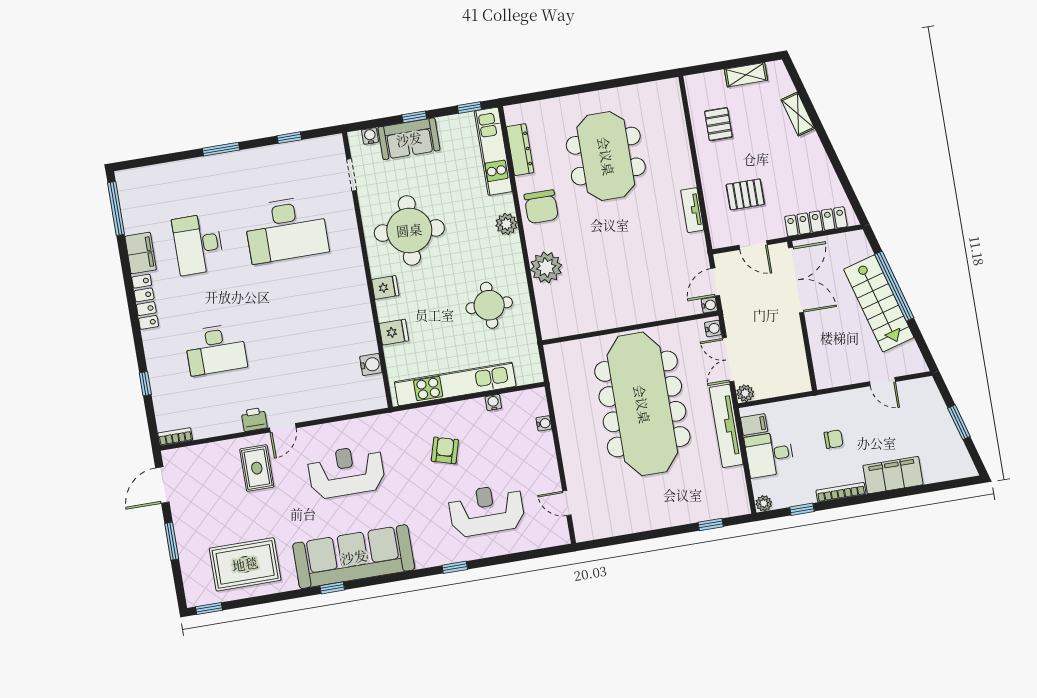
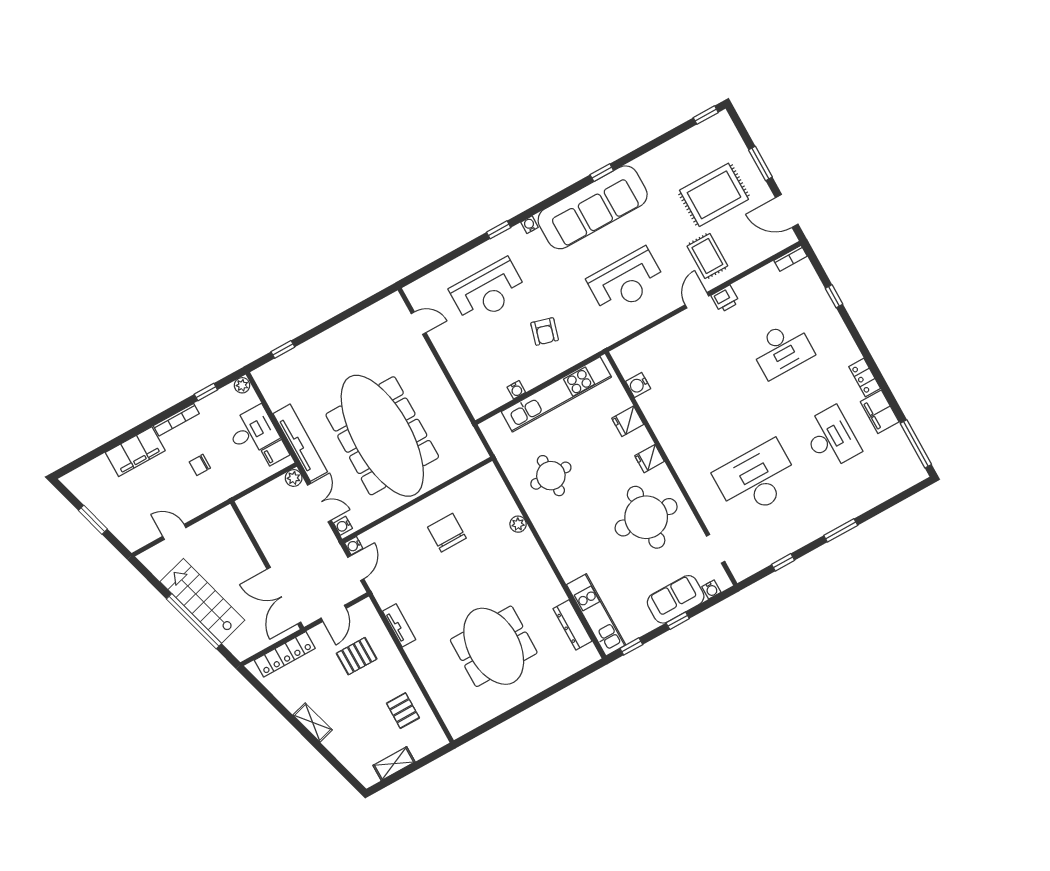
shelving: (798, 114) -> (313, 722), moved
chair: (541, 207) -> (447, 533), moved
plant: (506, 224) -> (561, 554), removed
door: (753, 245) -> (334, 613), swing flipped
plant: (546, 267) -> (518, 524), width x0.53, depth x0.53
locker: (145, 302) -> (865, 378), width x0.66
desk: (216, 349) -> (782, 349), turned 180
water cooler: (544, 423) -> (530, 225), moved, turned 90
door: (162, 485) -> (787, 211), swing flipped
rug: (245, 564) -> (714, 195), moved

